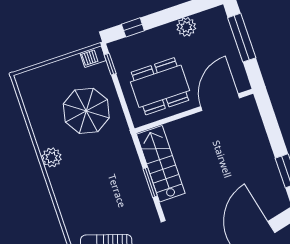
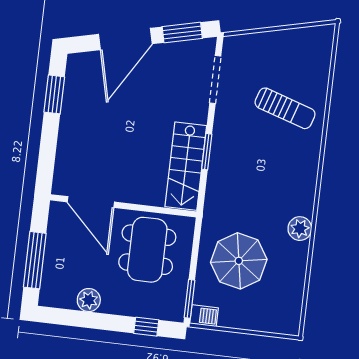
window: (110, 64) -> (189, 299), width x1.50
dining table: (160, 86) -> (147, 250), turned 90
door: (220, 102) -> (91, 202), hinge flipped

